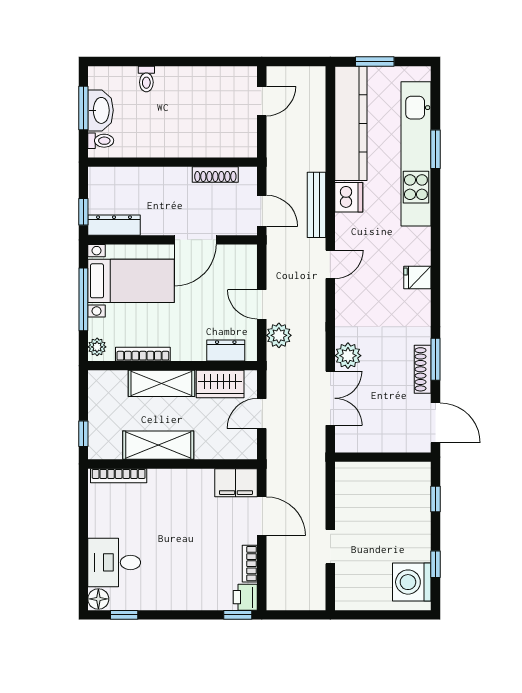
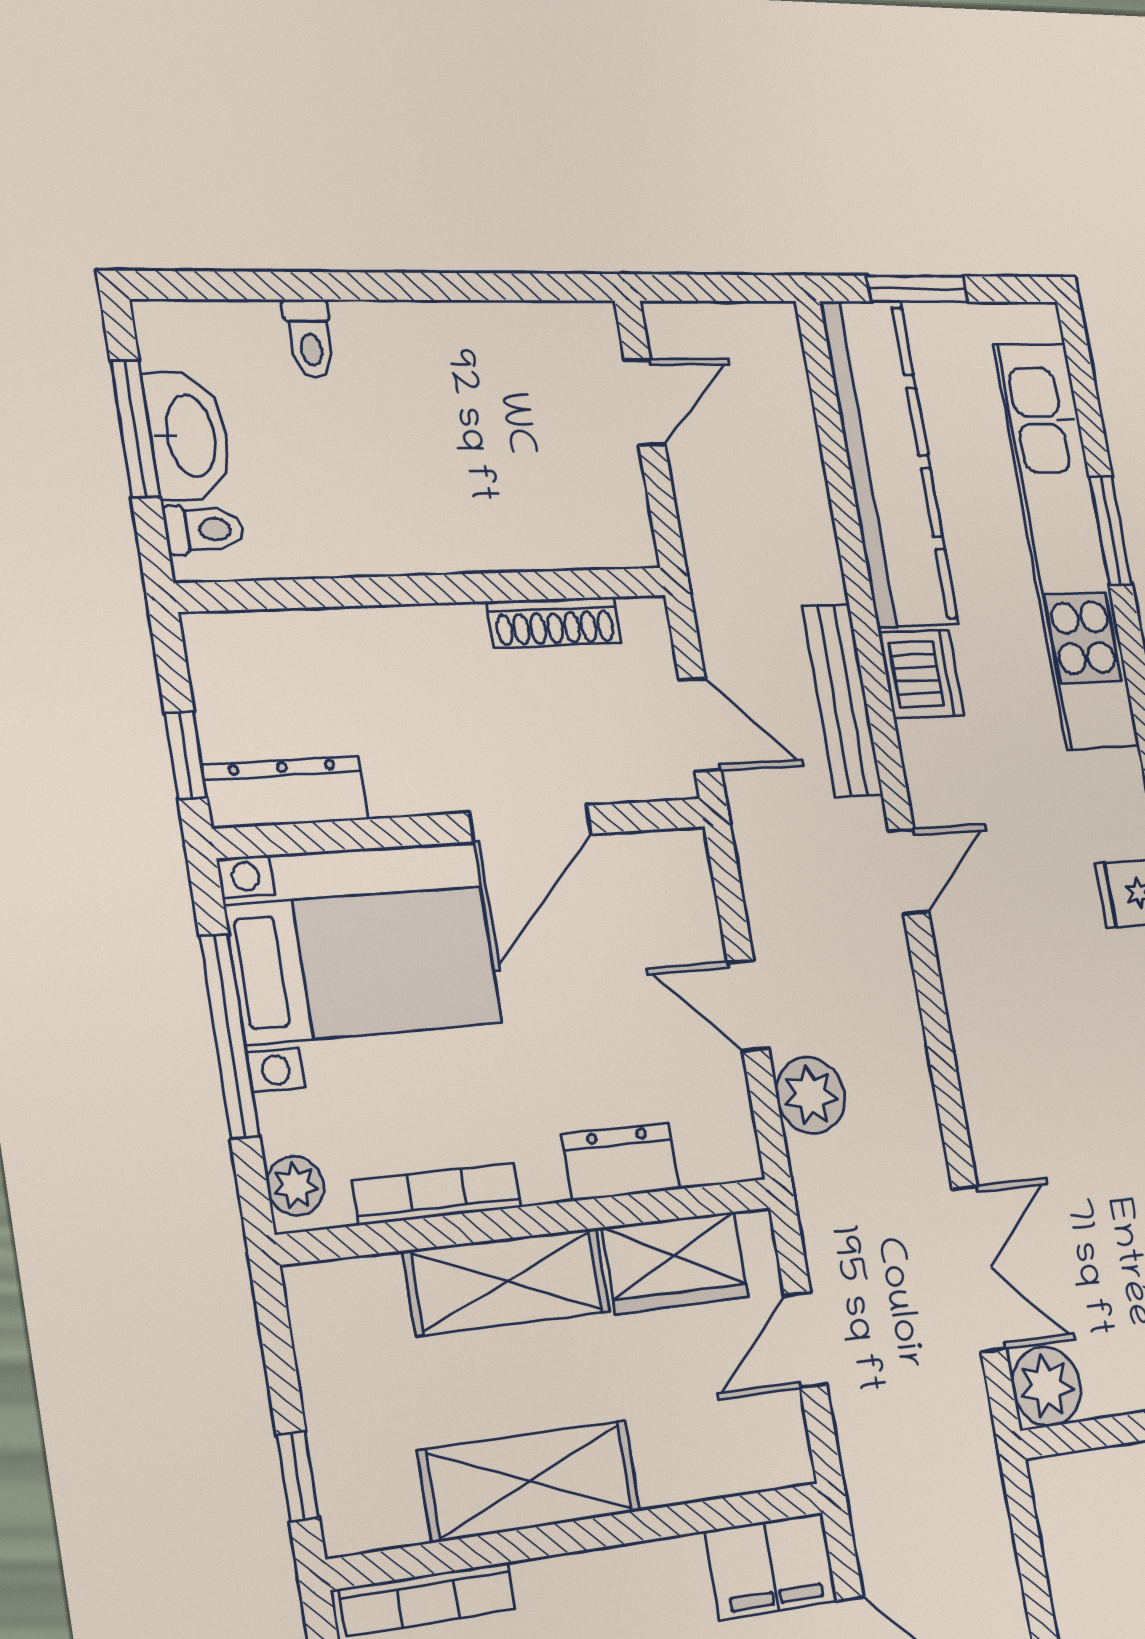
dresser: (226, 350) -> (621, 1162), moved
plant: (348, 356) -> (1047, 1386), moved

